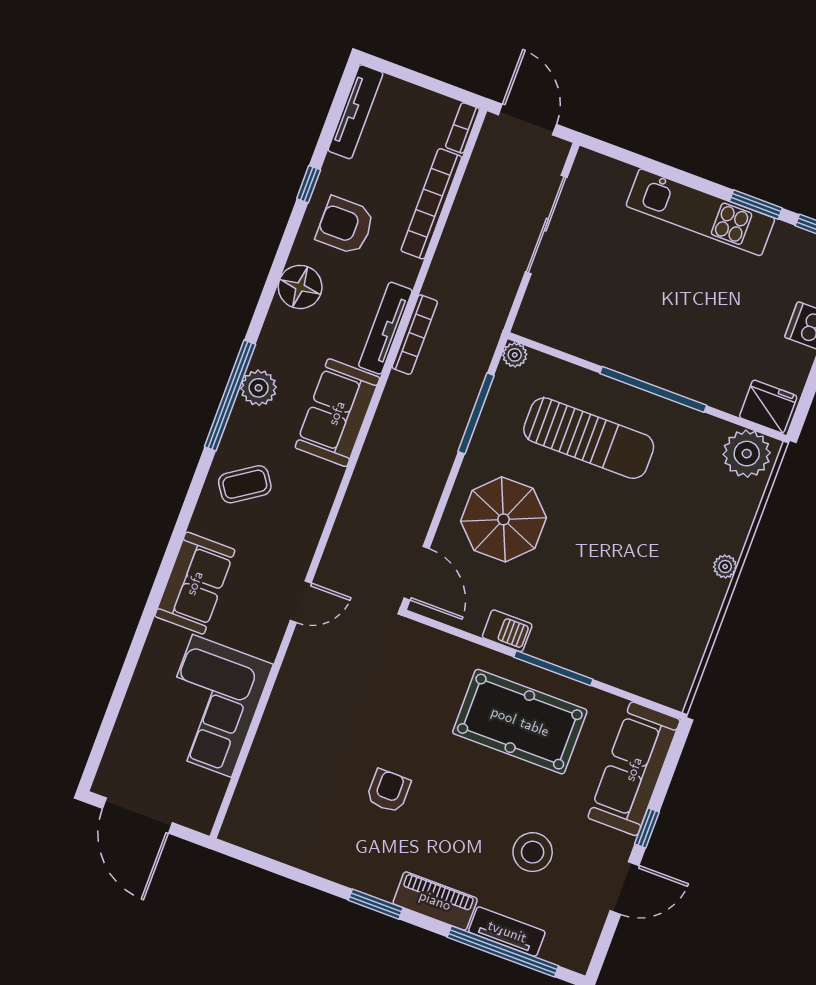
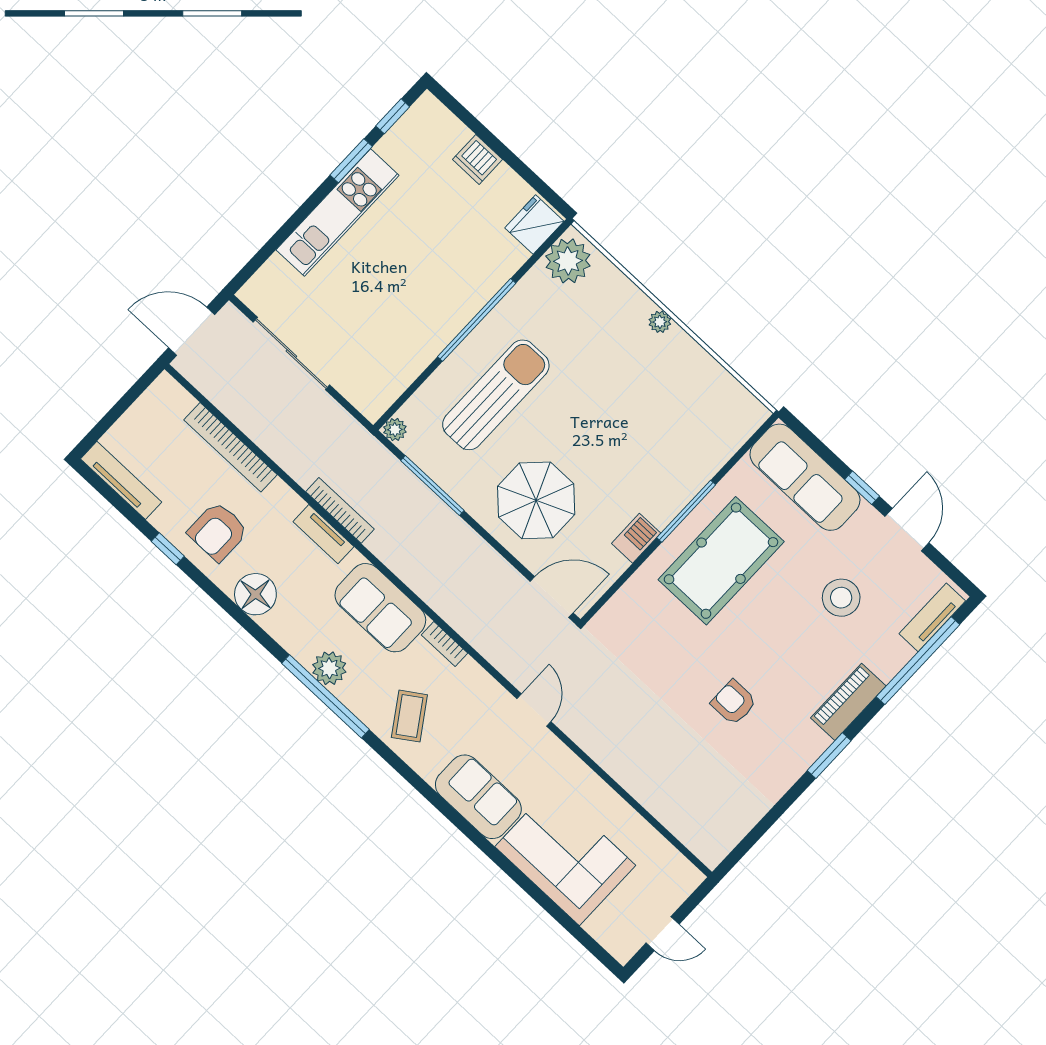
bookcase: (463, 128) -> (445, 644), moved
tv unit: (385, 328) -> (323, 534), width x0.71
corner sofa: (212, 706) -> (565, 856), moved, turned 180
door: (137, 815) -> (663, 934), width x0.53
tv unit: (507, 932) -> (932, 617), moved

